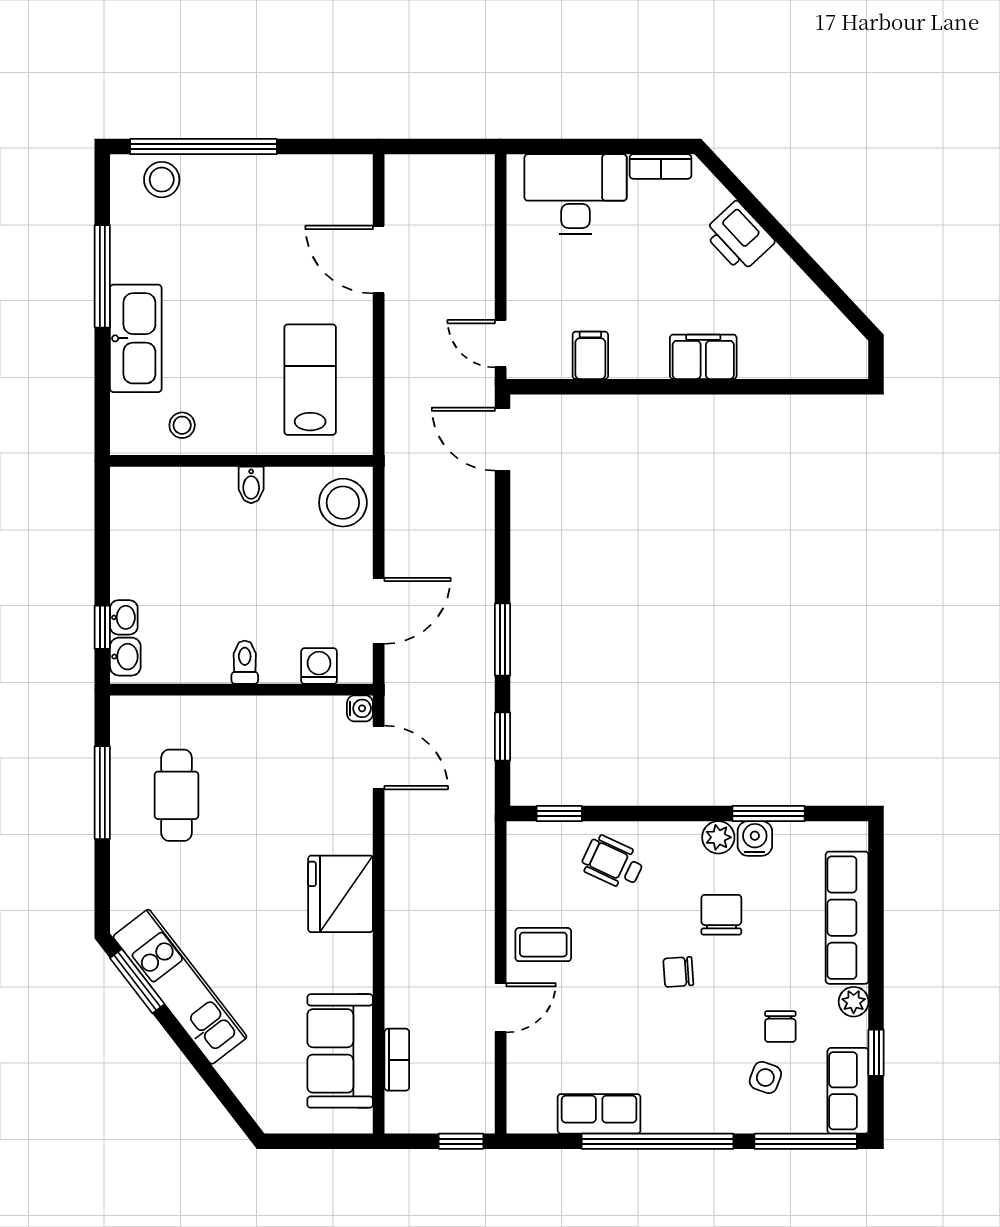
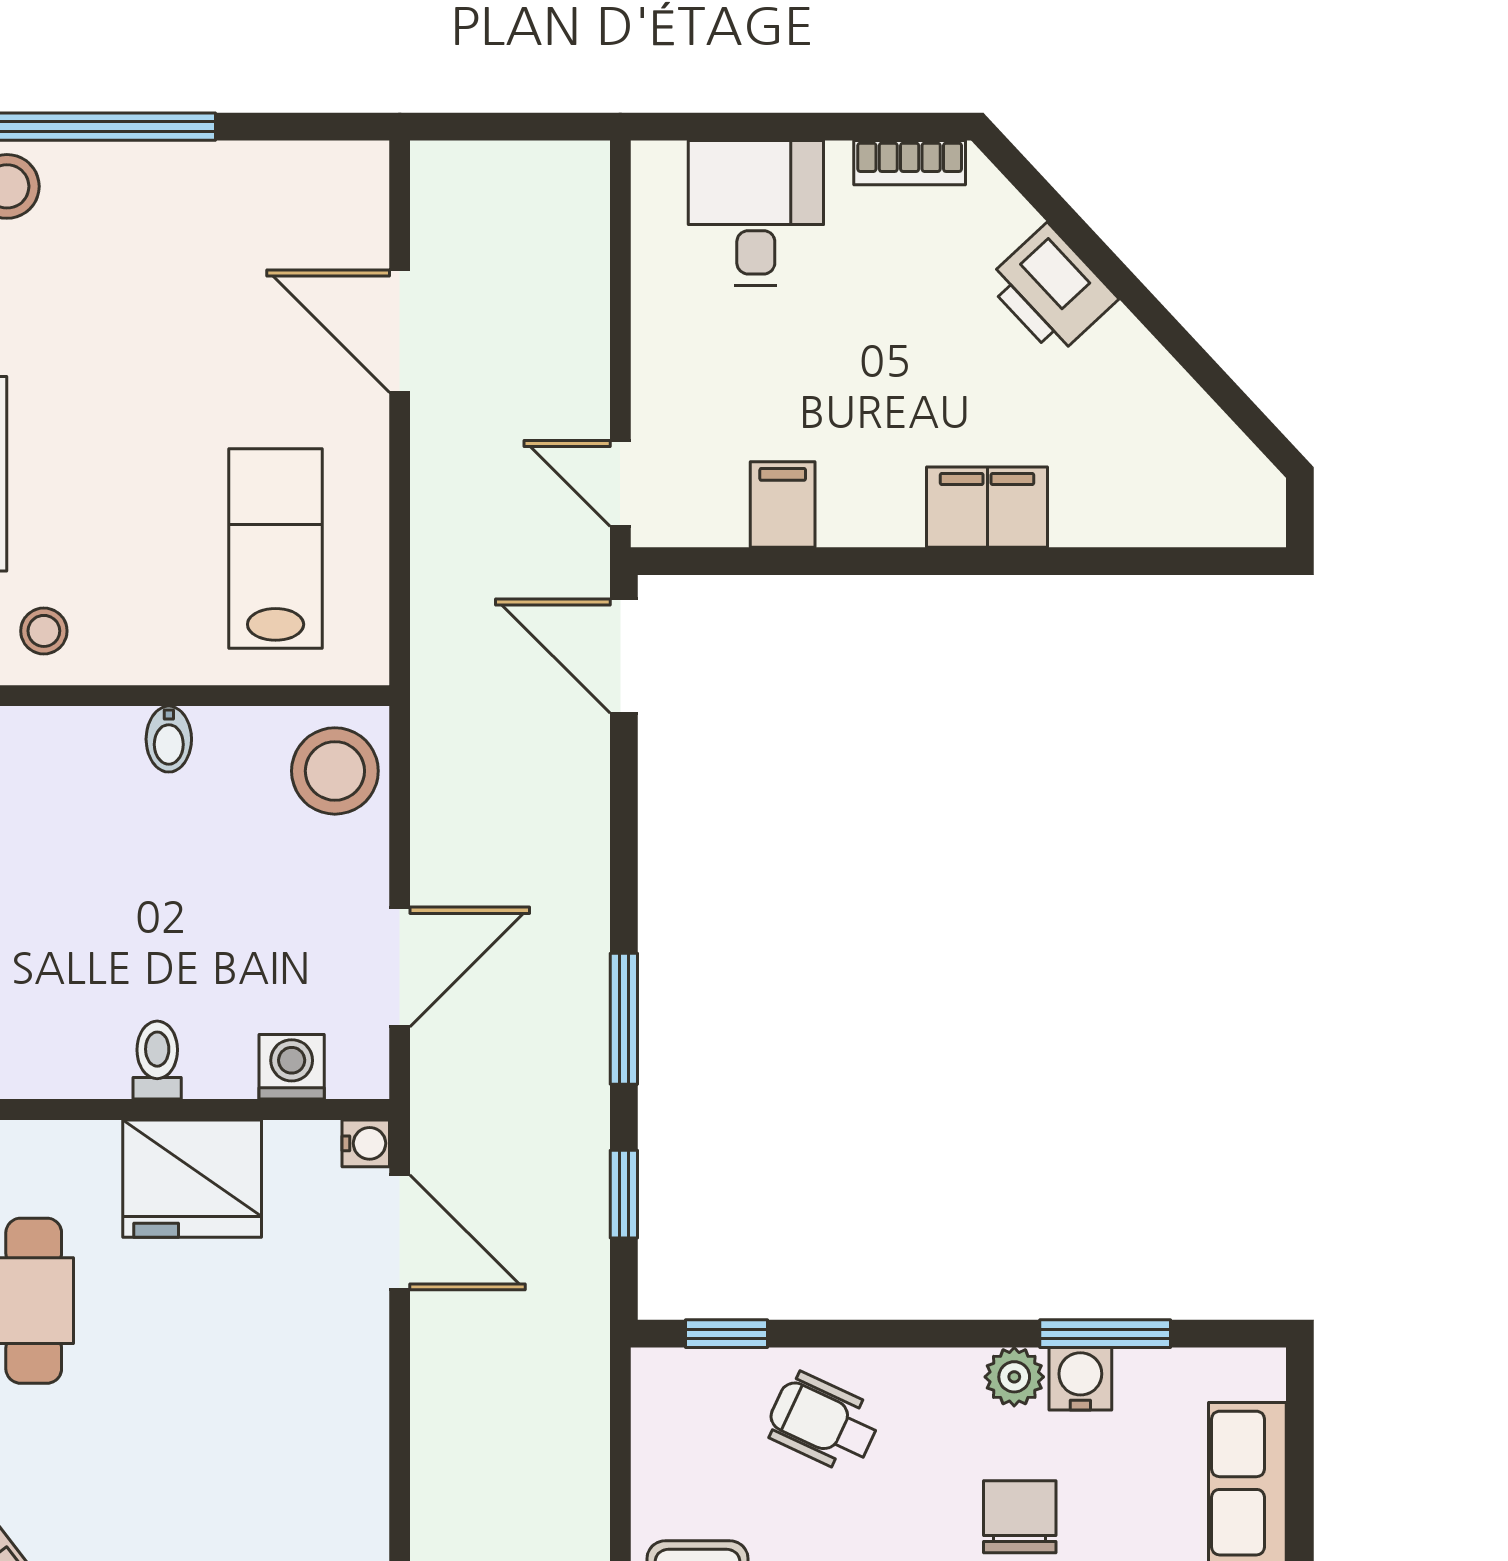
desk: (576, 194) -> (756, 213), width x0.73
fridge: (341, 894) -> (192, 1179), moved, turned -90

